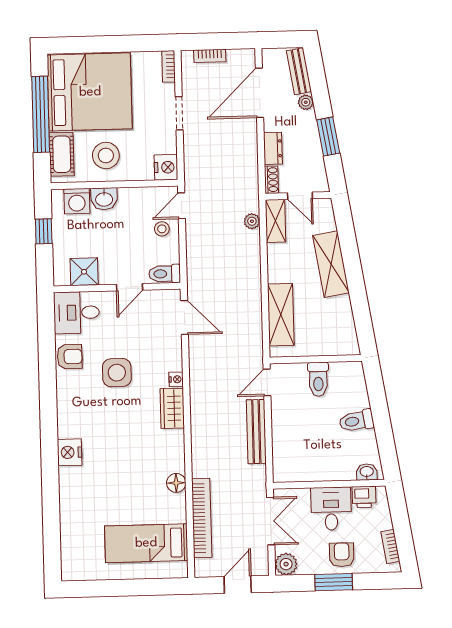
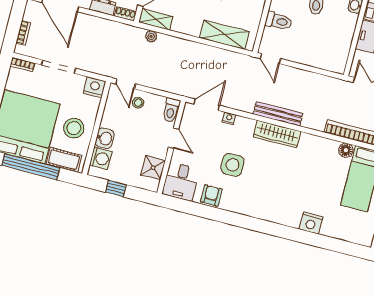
doorway: (179, 113) -> (58, 67), width x1.38
nightstand: (176, 379) -> (229, 118), moved
wardrobe: (172, 408) -> (277, 134), width x1.50
bench: (256, 432) -> (278, 114), moved
nightstand: (70, 452) -> (311, 223), moved
floor lamp: (176, 483) -> (346, 150), moved

